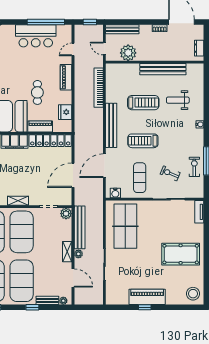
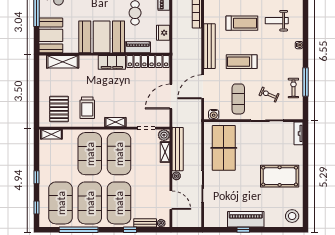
shelving: (67, 252) -> (165, 152), moved

